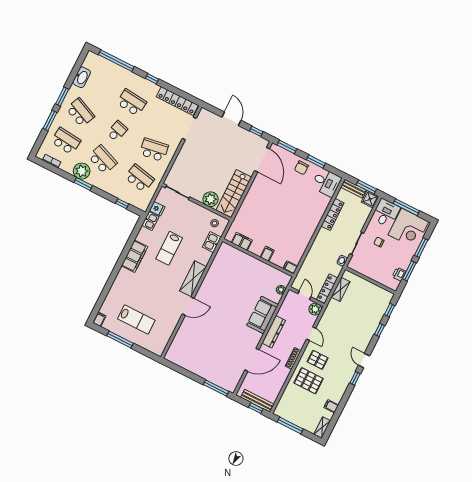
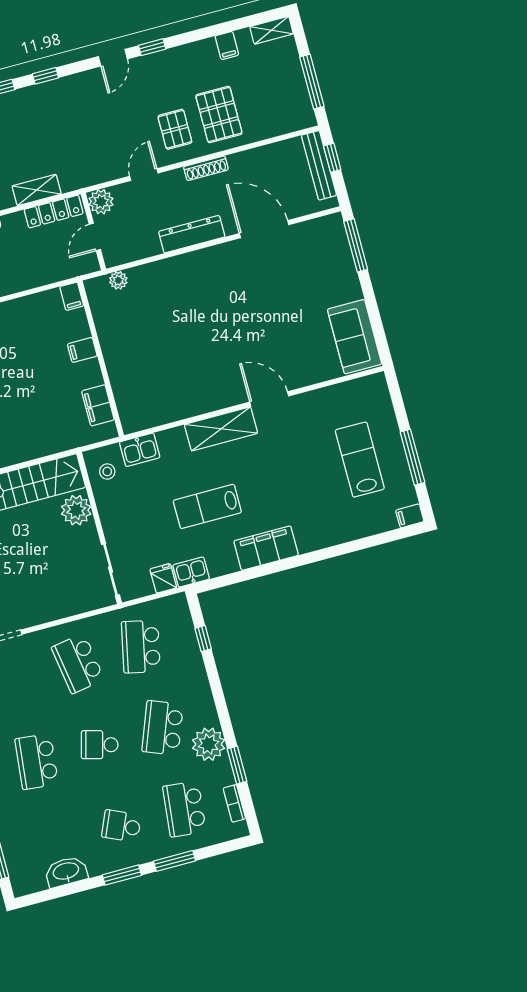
school desk: (80, 112) -> (121, 826), width x0.54
window: (83, 184) -> (237, 765), moved
lab bench: (169, 248) -> (207, 506), turned 180
sofa: (262, 315) -> (355, 337), moved, turned 90

